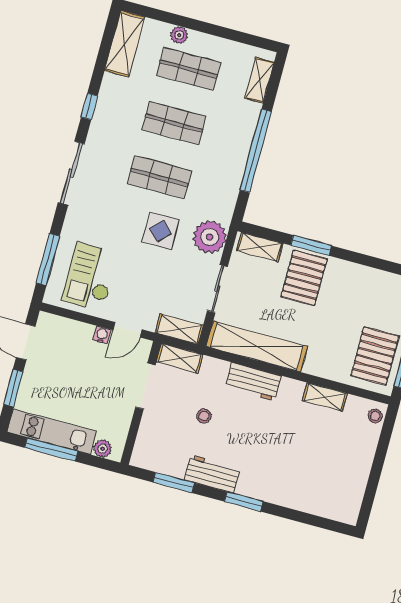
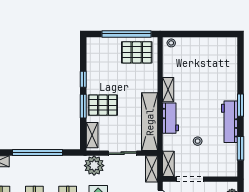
window: (355, 257) -> (83, 79), added
shelving: (325, 397) -> (168, 90), moved
workbench: (212, 474) -> (230, 122), width x1.38

